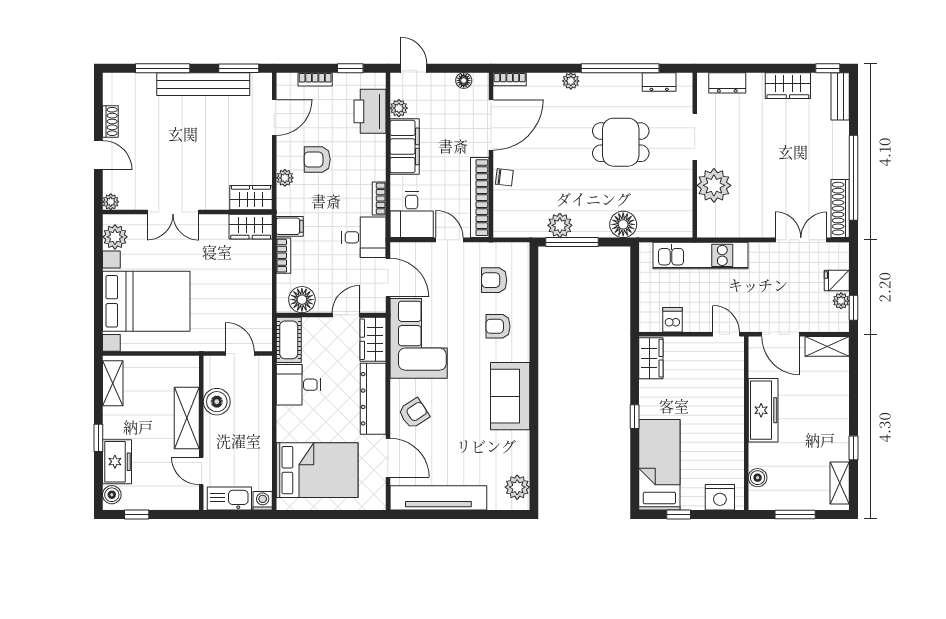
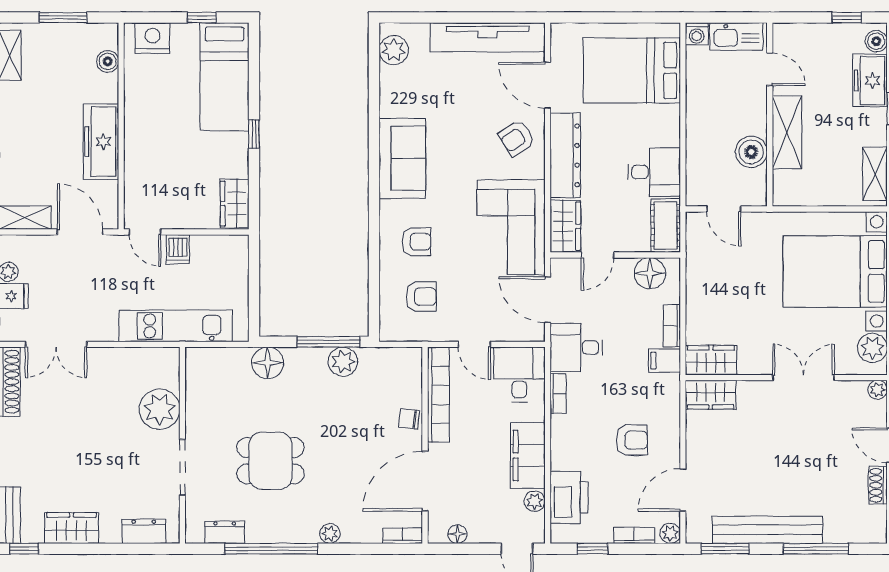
plant: (285, 178) -> (670, 533), moved
dishwasher: (673, 320) -> (178, 249), moved

